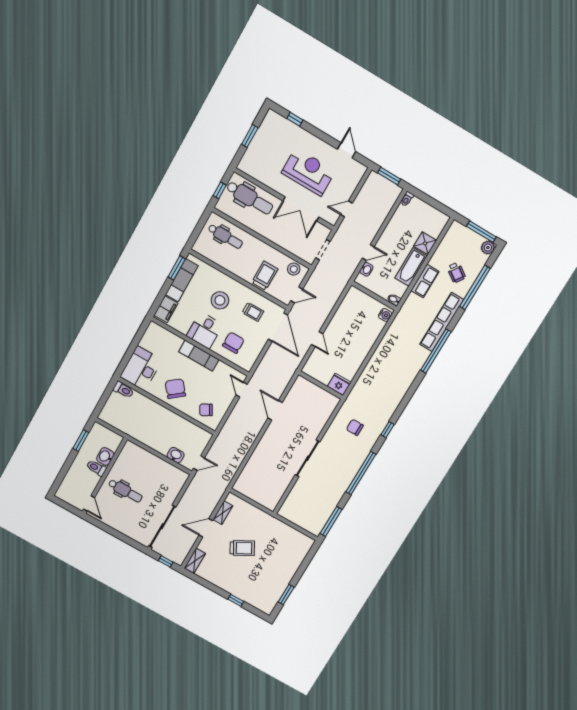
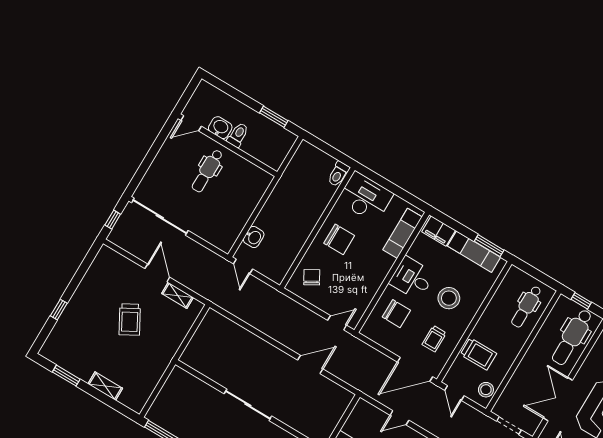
exam couch: (199, 356) -> (402, 233), moved
chair: (175, 389) -> (339, 239), turned 39
washbasin: (105, 456) -> (220, 128), moved
shelving: (195, 561) -> (105, 386), moved

